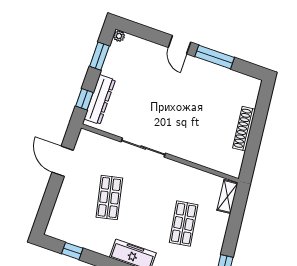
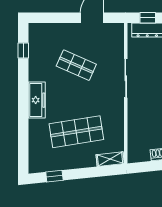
shop shelf: (109, 198) -> (76, 65), turned 36
shop shelf: (184, 224) -> (76, 132), width x1.43, depth x1.36

